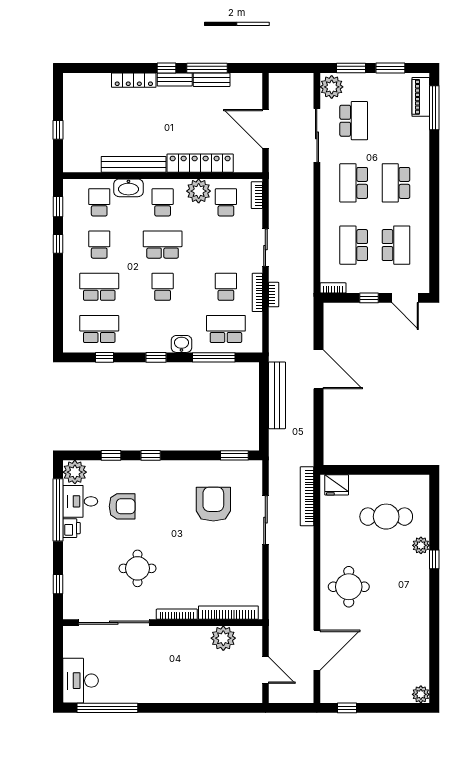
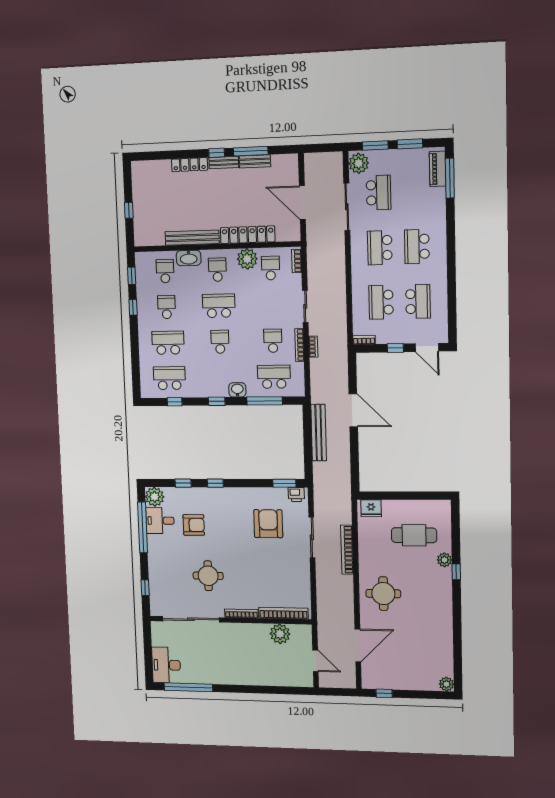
bookcase: (307, 496) -> (347, 550), moved
printer: (71, 528) -> (296, 494), moved, turned 90

